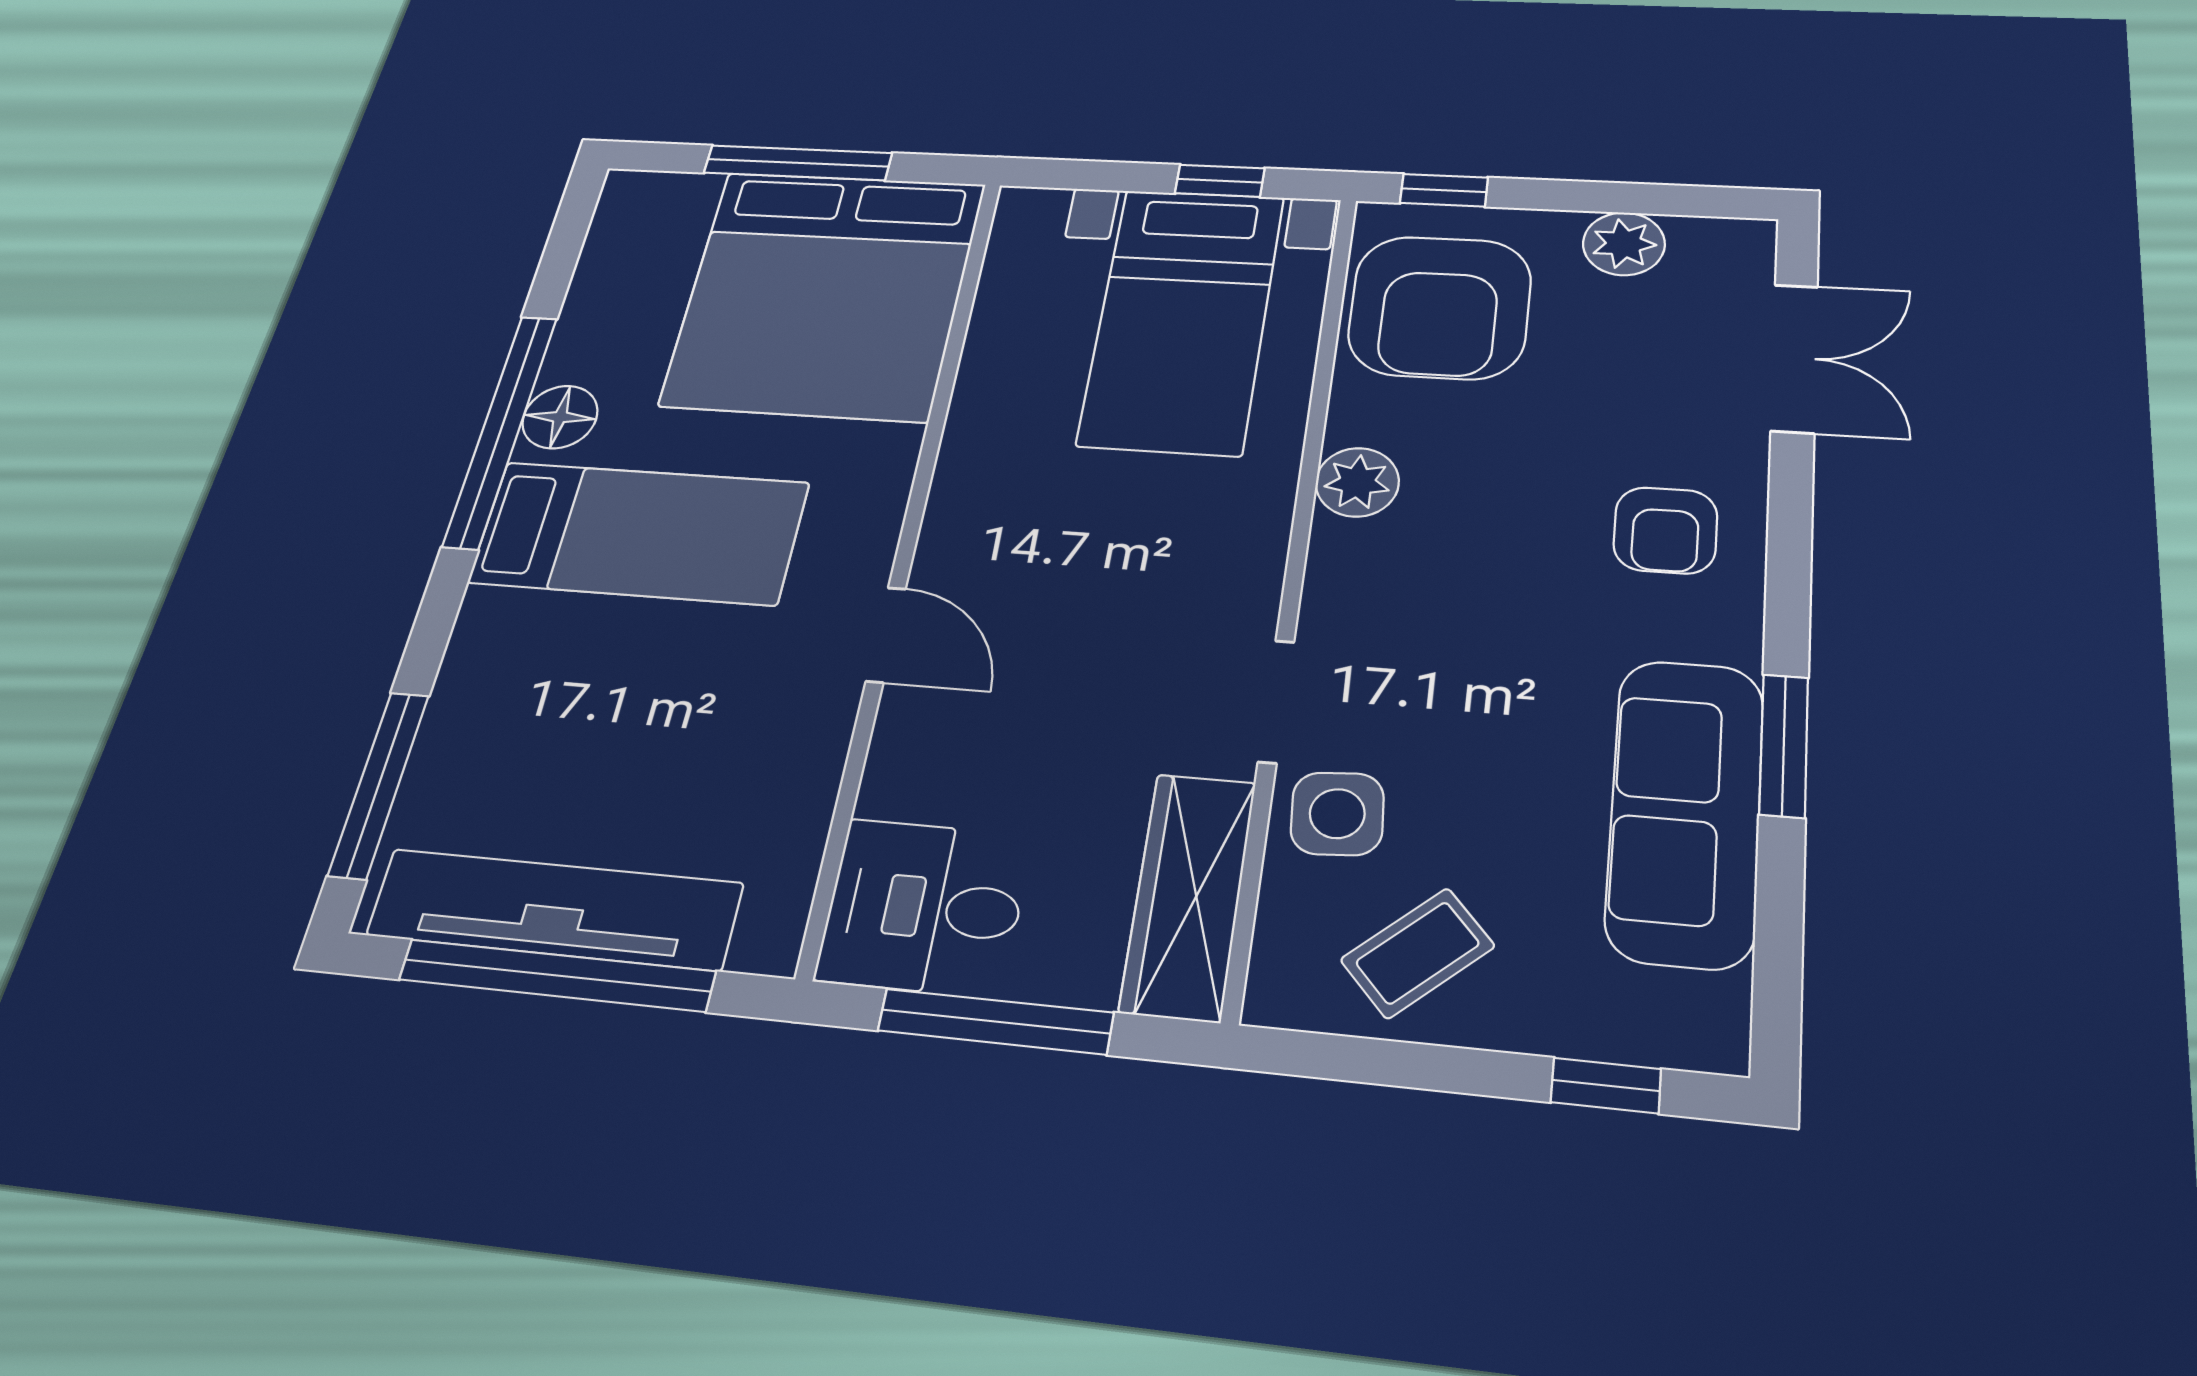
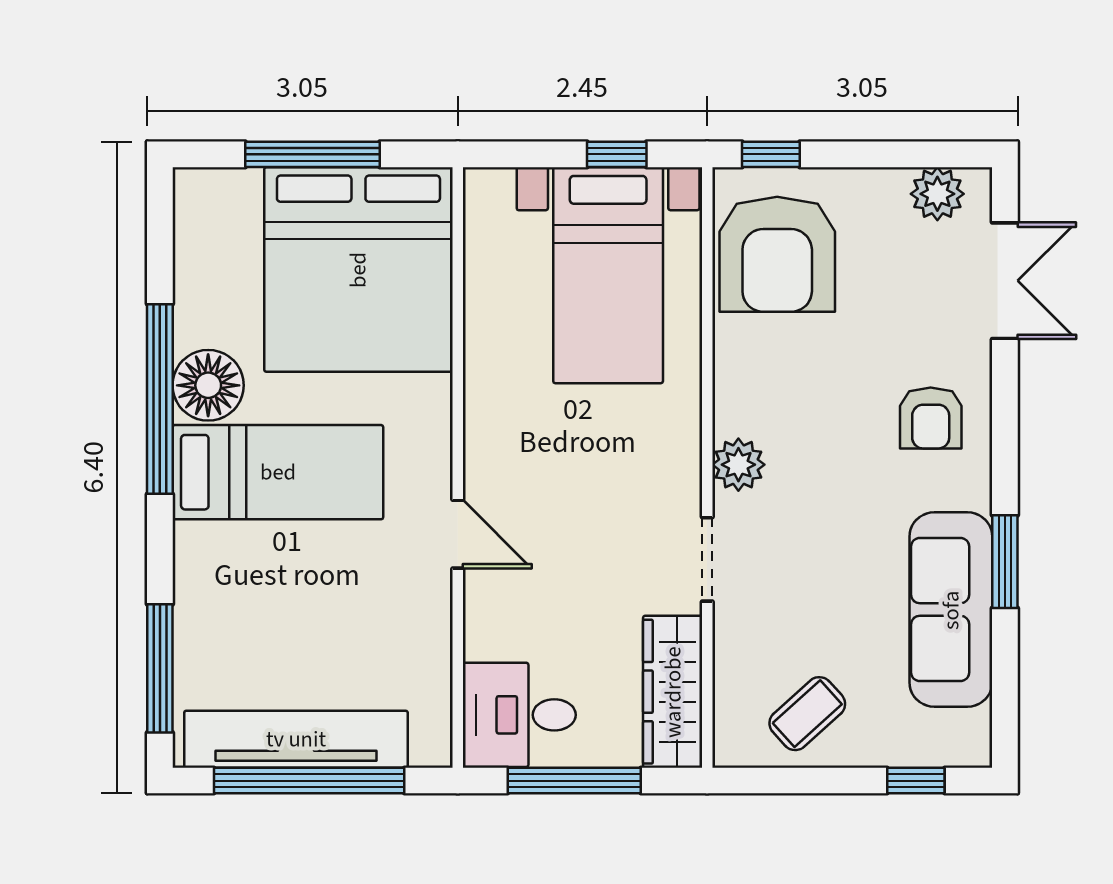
plant: (1624, 244) -> (937, 194), moved
floor lamp: (560, 417) -> (208, 385), width x1.38, depth x1.38
plant: (1357, 482) -> (738, 465), moved
side table: (1337, 814) -> (752, 631), removed

